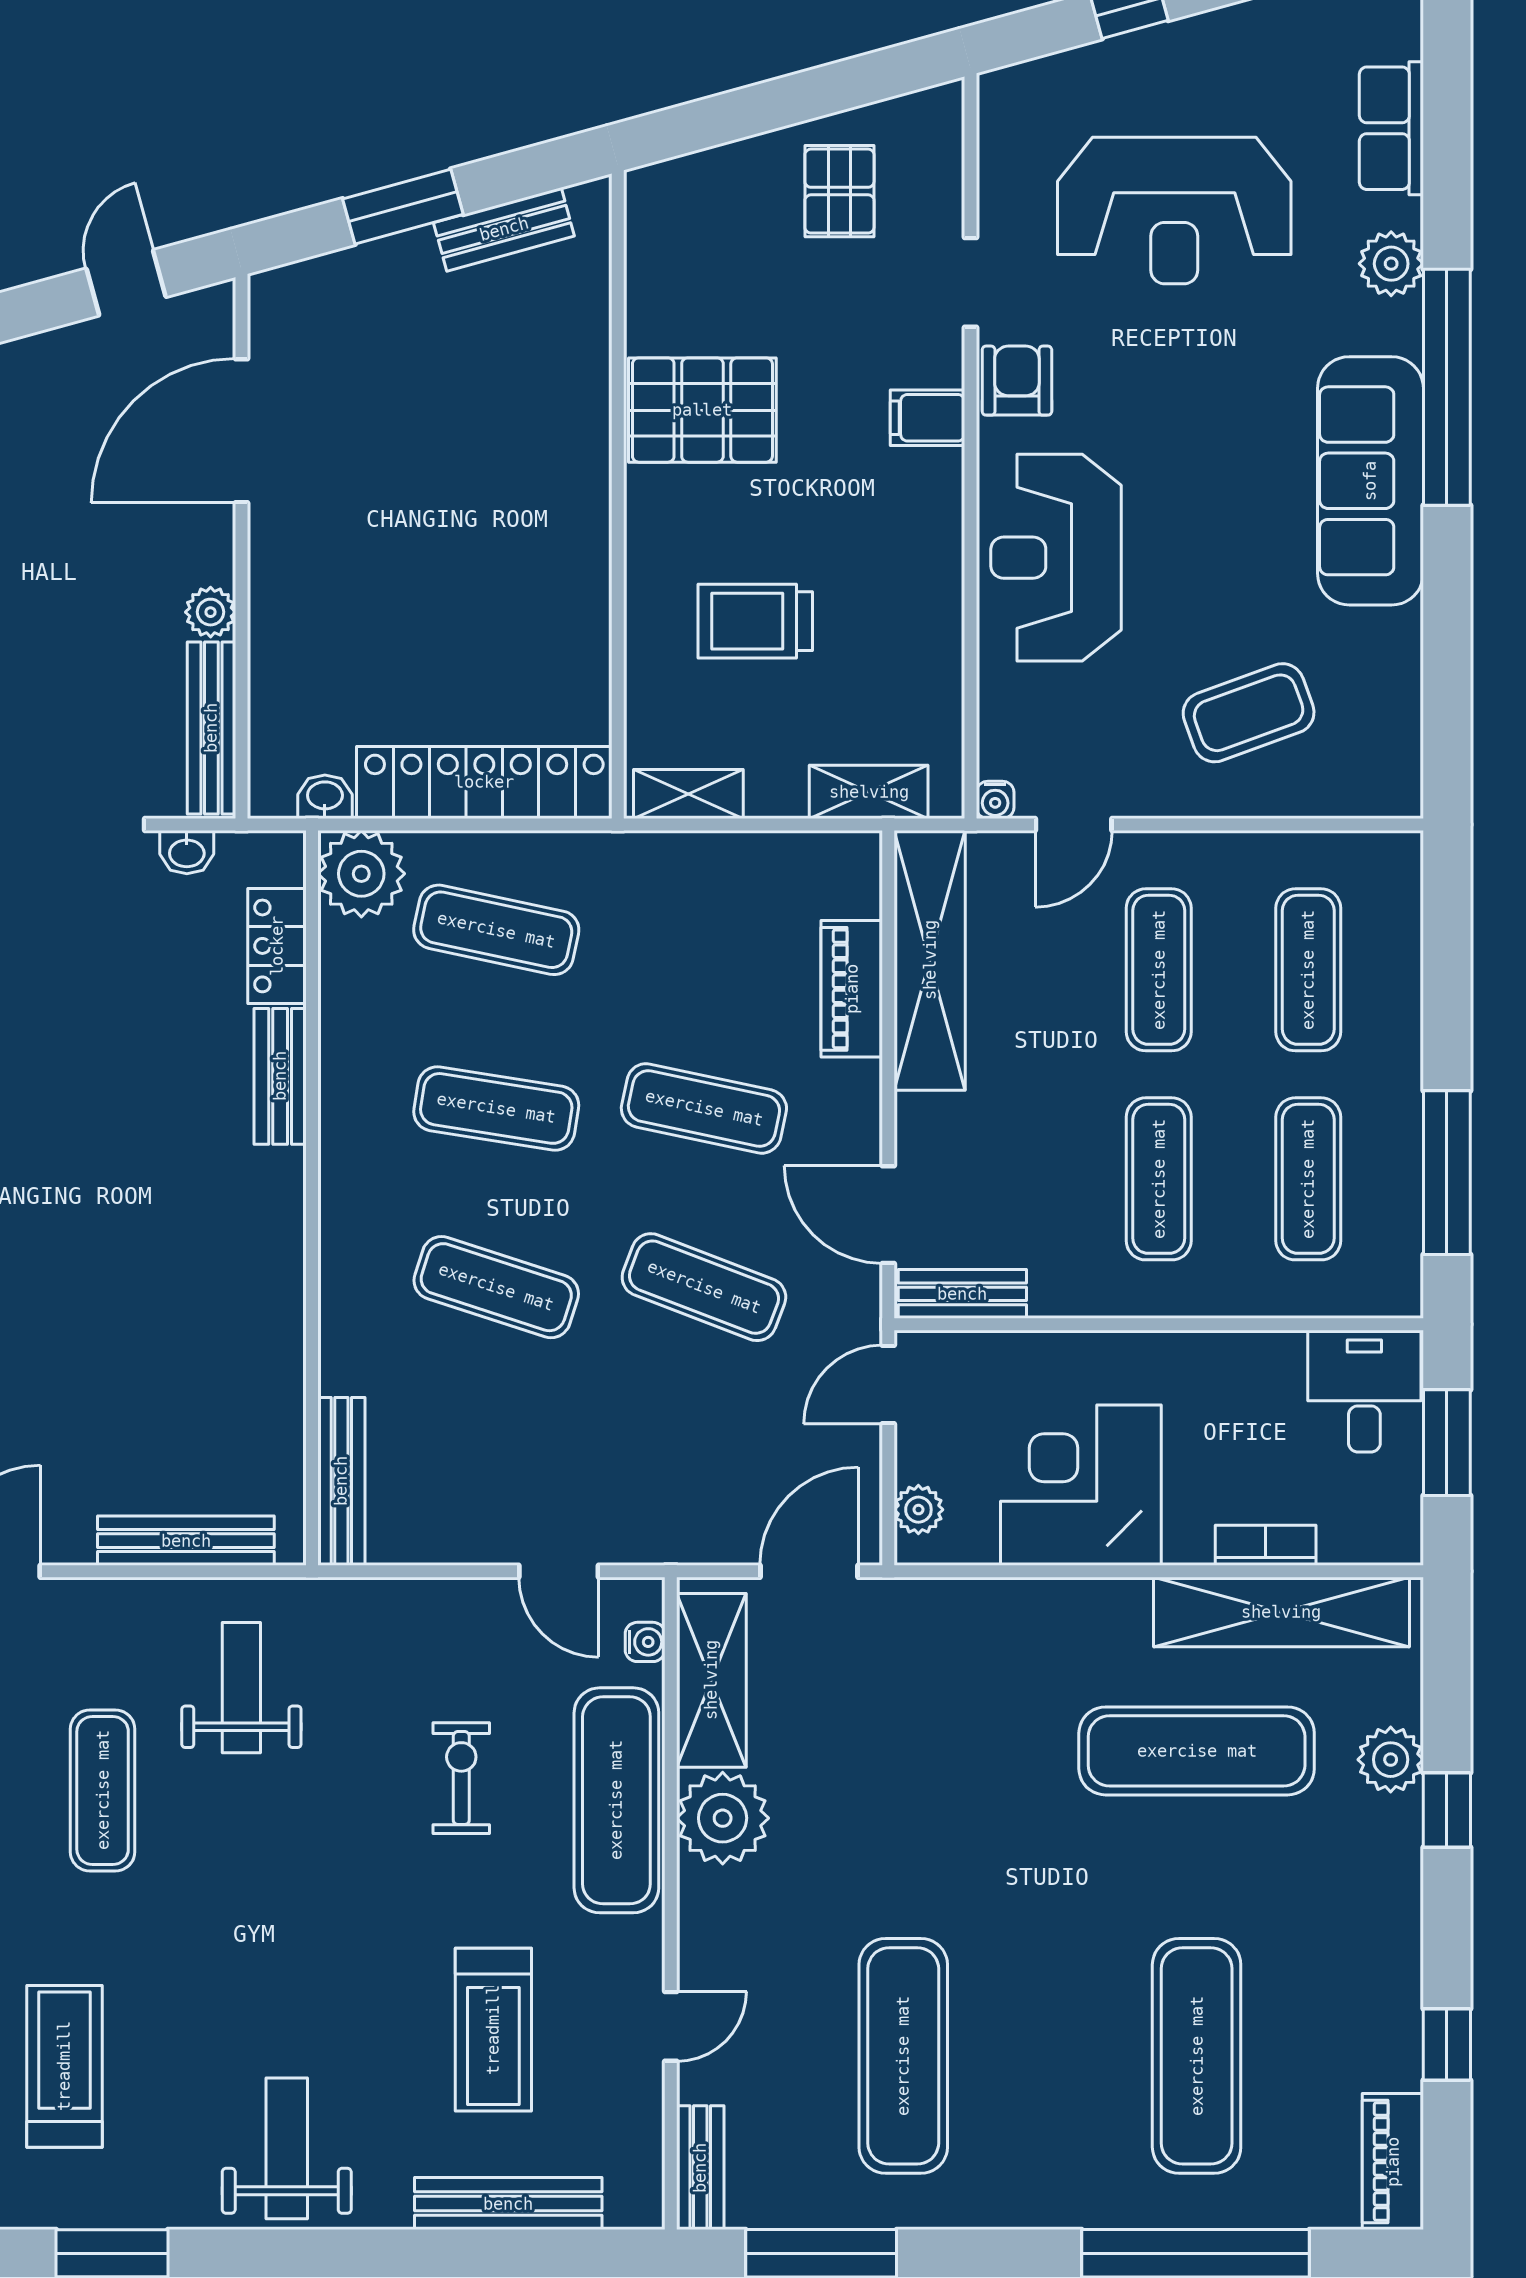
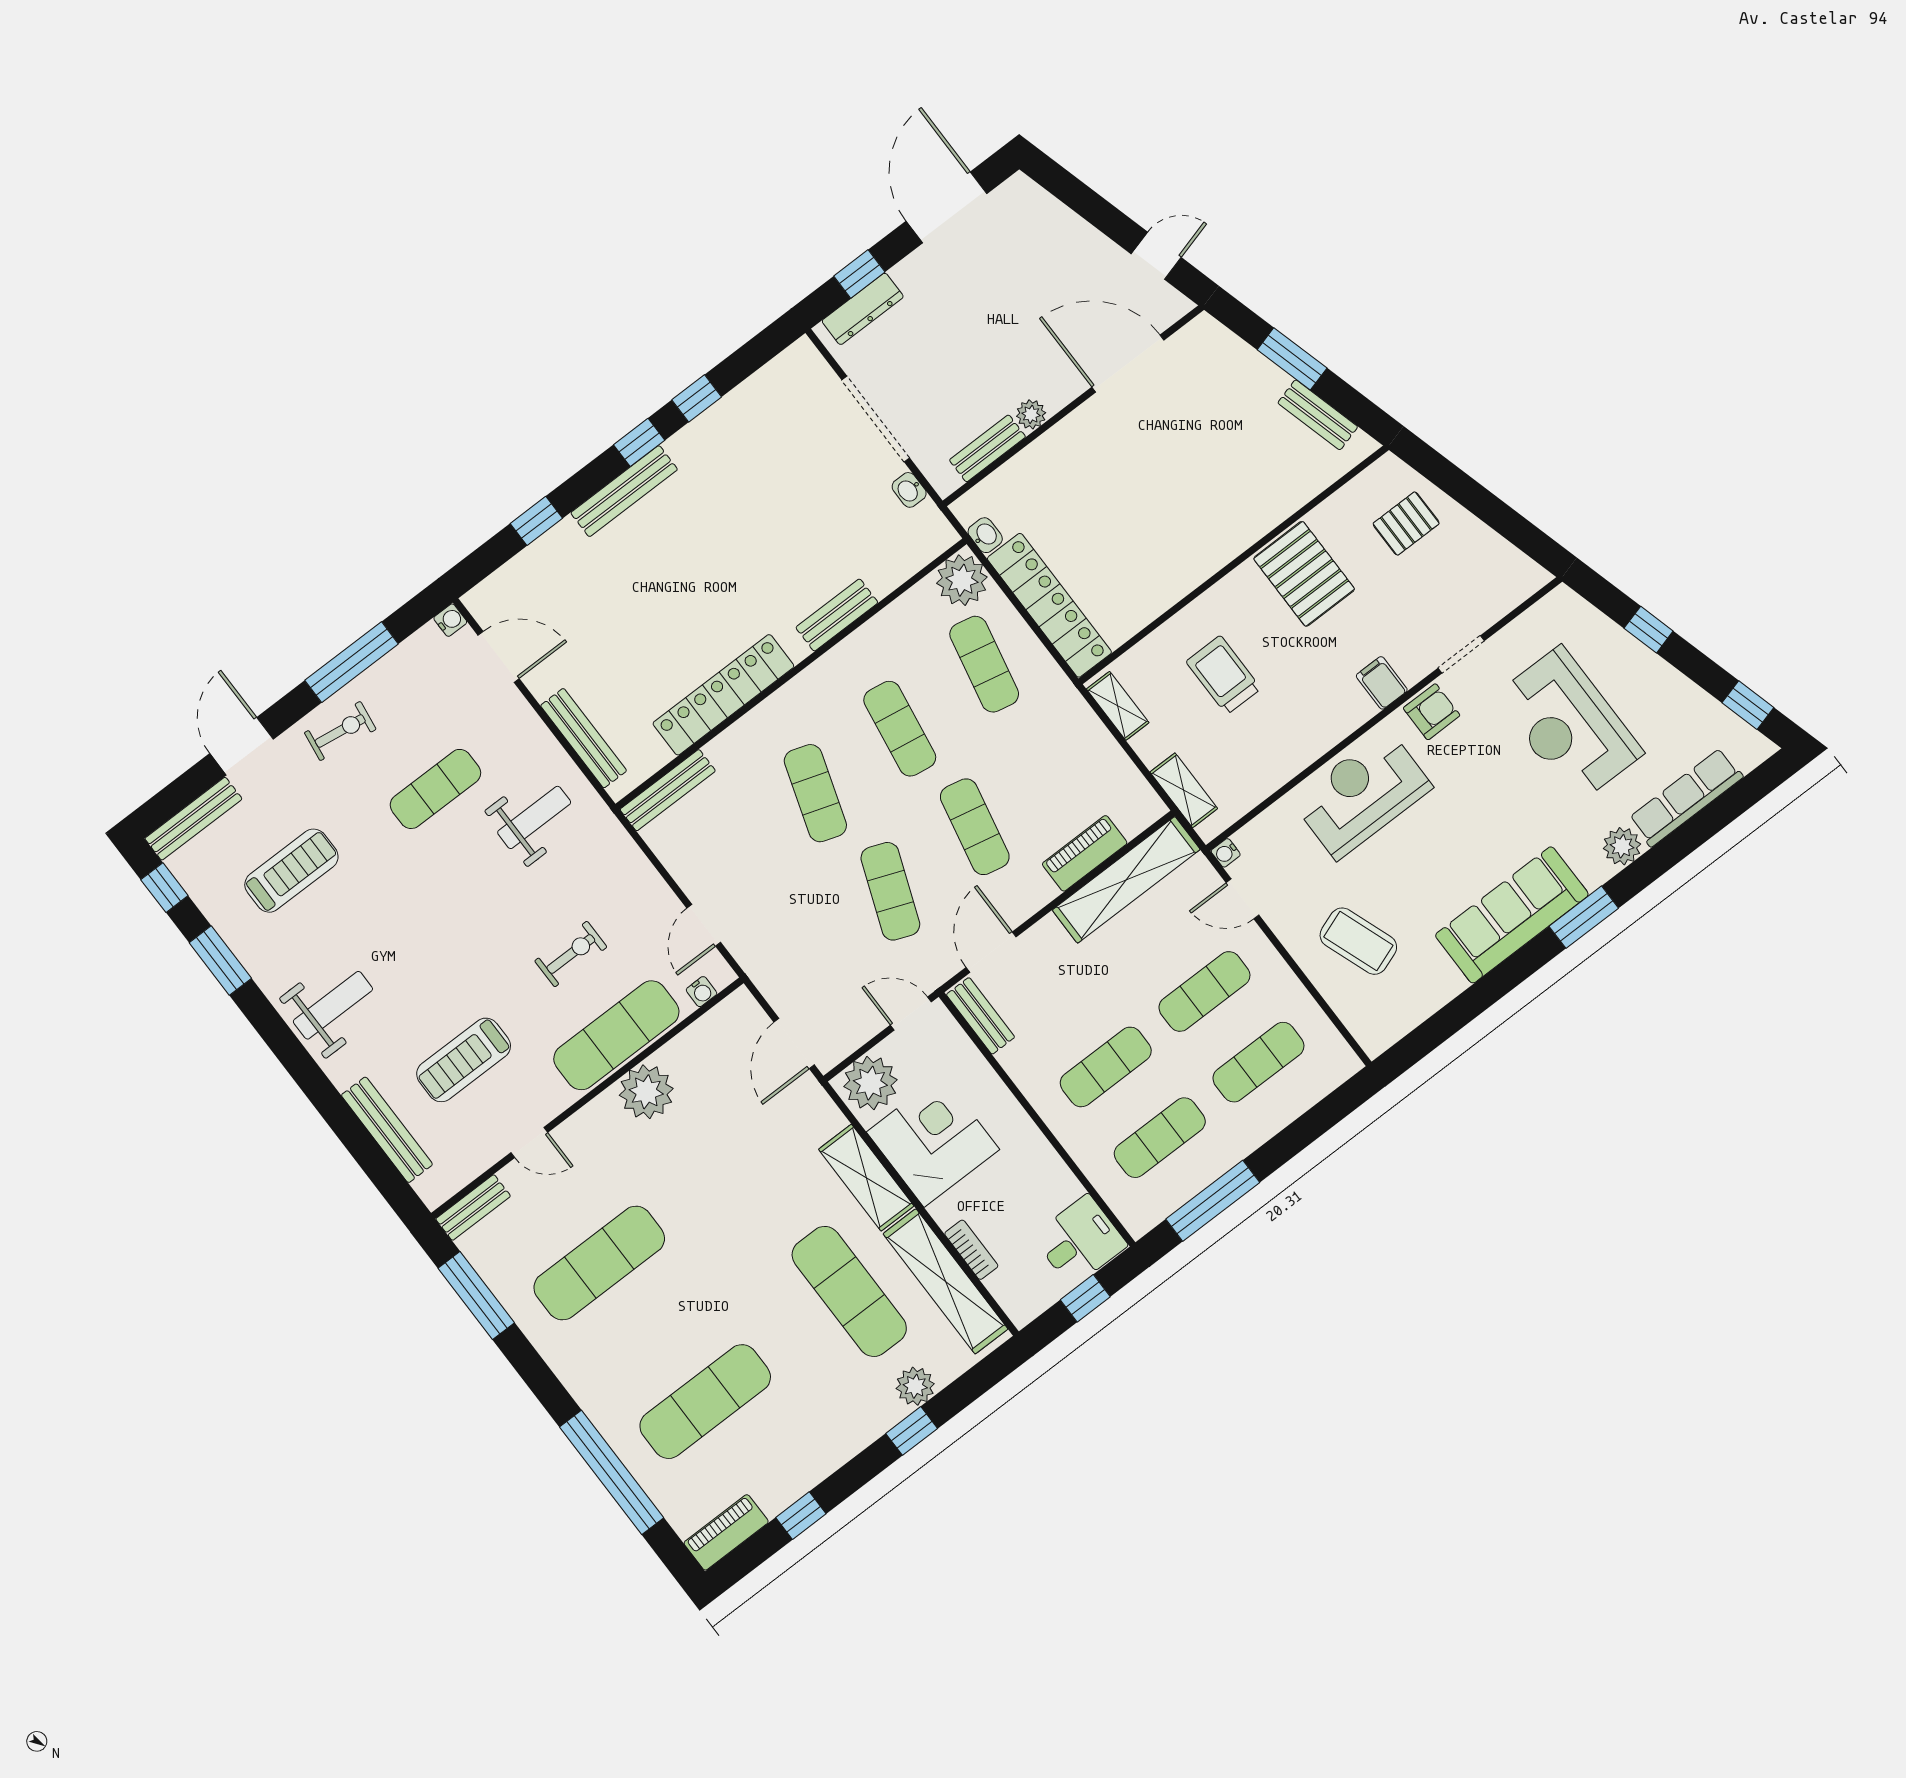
row of seats: (1391, 128) -> (1686, 797), width x1.48
pallet: (839, 191) -> (1406, 524), moved
window: (1447, 387) -> (1584, 917), width x0.47
bench: (211, 728) -> (987, 448), width x0.73
locker: (277, 946) -> (723, 695), moved, width x2.16, depth x1.21
window: (1447, 1443) -> (1085, 1298), width x0.67
plant: (918, 1510) -> (870, 1083), width x1.88, depth x1.88
door: (809, 1571) -> (794, 1043), swing flipped
shelving: (711, 1680) -> (866, 1178), moved, turned 90

